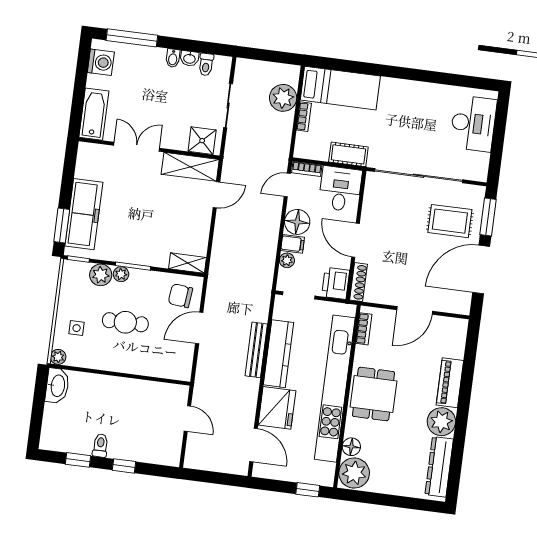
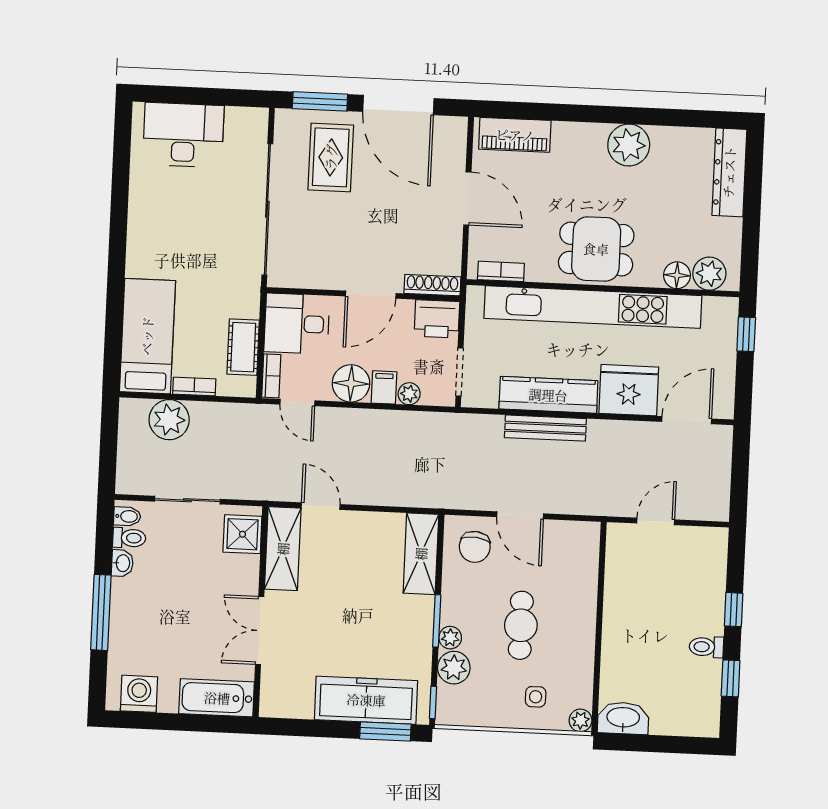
window: (132, 38) -> (101, 612), moved
bidet: (173, 58) -> (127, 516), moved
cot: (348, 154) -> (243, 347), moved
shelving: (188, 263) -> (421, 554), width x1.50, depth x1.33
piano: (450, 383) -> (515, 135), moved
dresser: (439, 467) -> (729, 172), moved, turned 90
plant: (354, 473) -> (709, 274), width x0.73, depth x0.73

